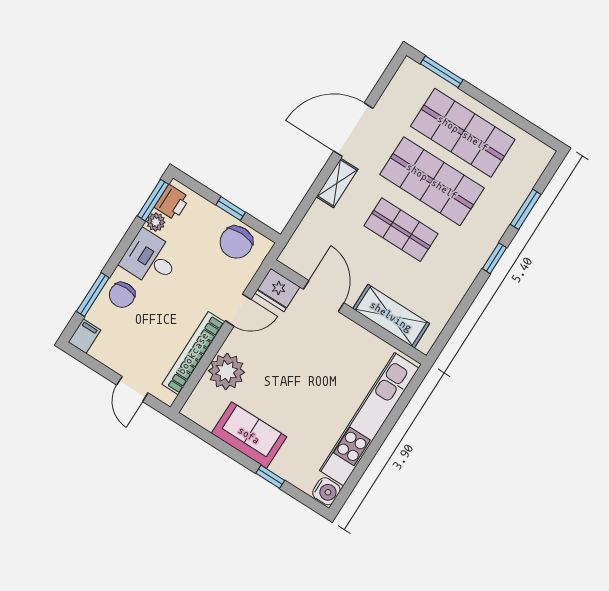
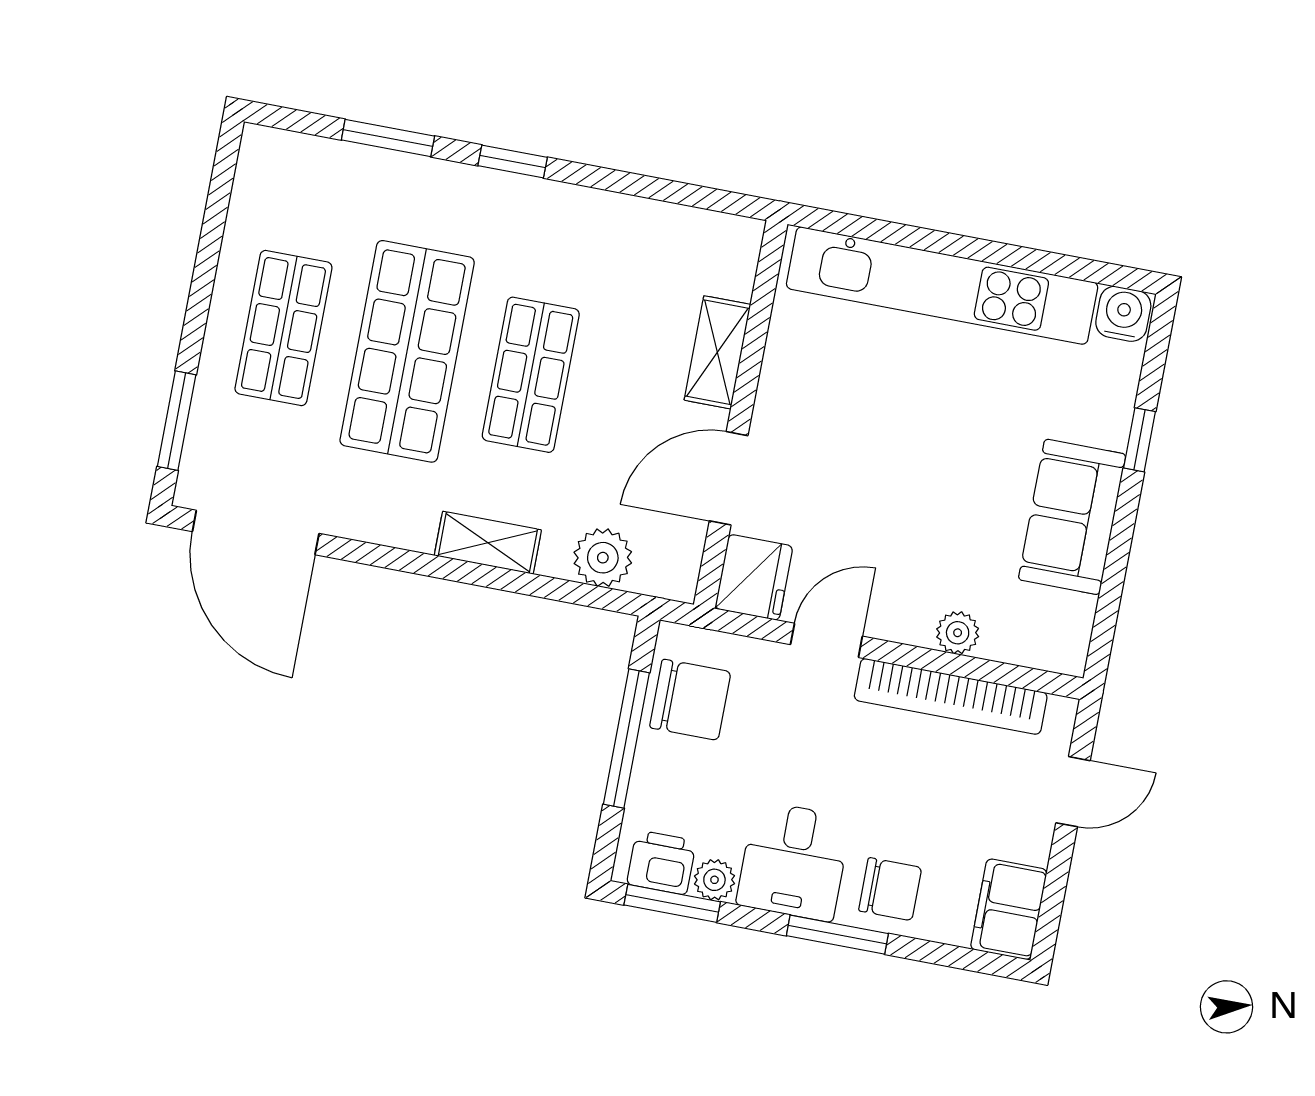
door: (353, 130) -> (256, 533), moved
shop shelf: (463, 133) -> (283, 328), width x0.70, depth x0.74
window: (231, 209) -> (626, 739), width x2.17
plant: (311, 229) -> (603, 558), added
window: (93, 295) -> (837, 935), moved
door: (238, 310) -> (826, 640), hinge flipped
shelving: (391, 316) -> (717, 352), width x0.67, depth x0.75
filing cabinet: (84, 336) -> (1009, 909), width x2.00
plant: (226, 372) -> (958, 633), width x0.53, depth x0.53

